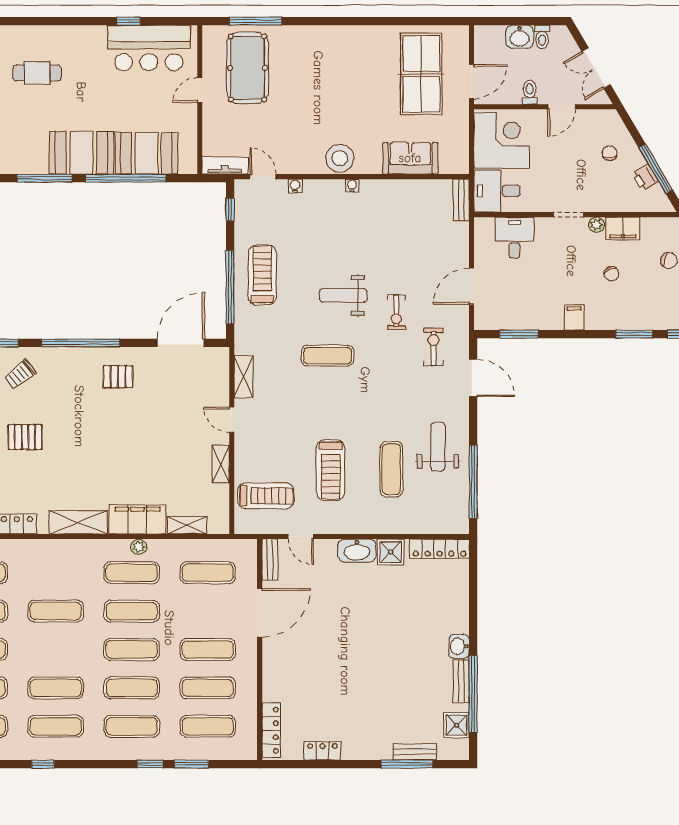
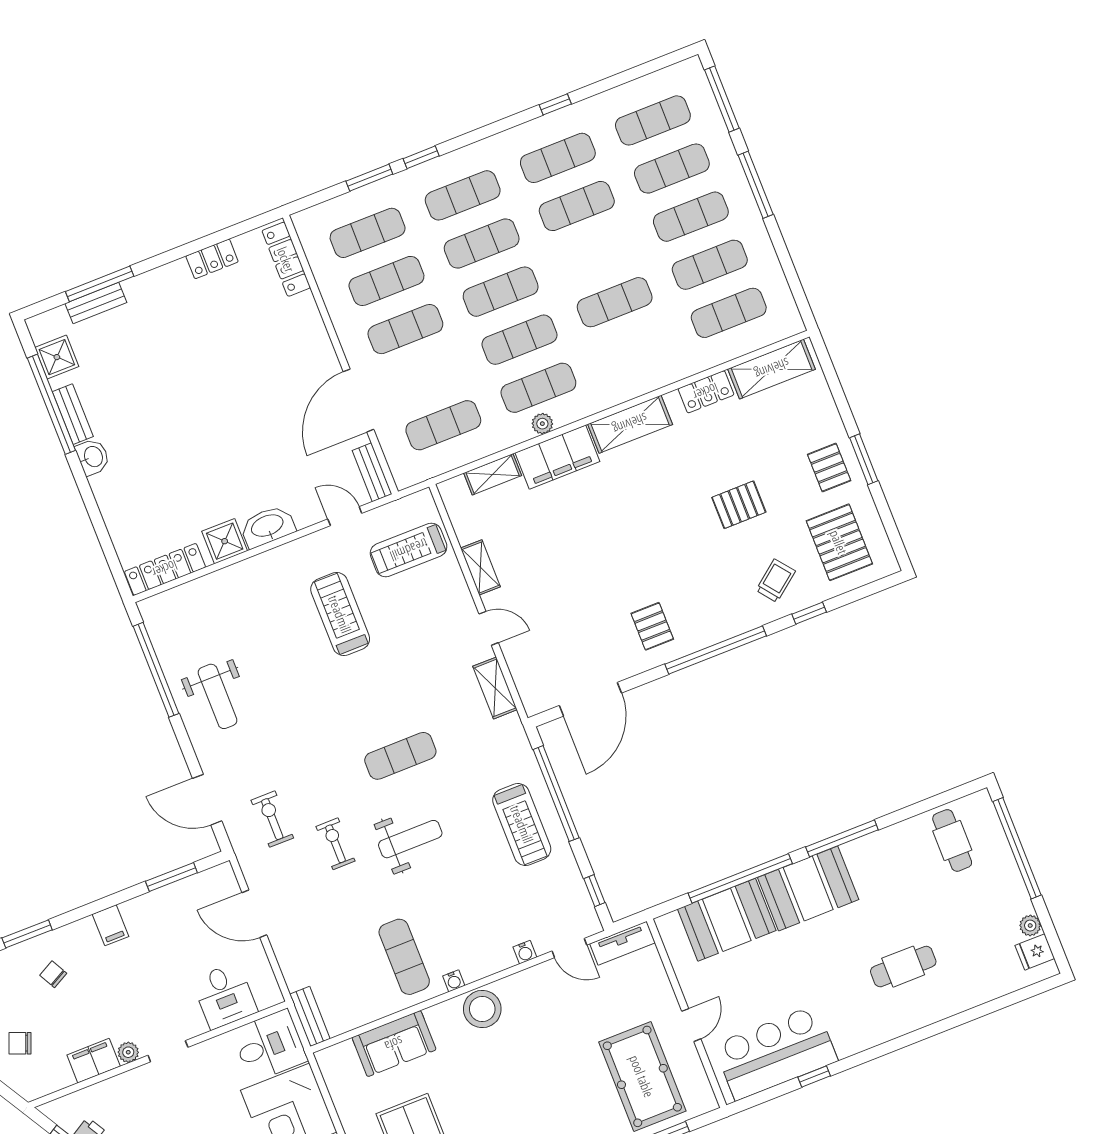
chair: (611, 274) -> (53, 974), moved
door: (472, 286) -> (254, 914), swing flipped
exercise bike: (433, 347) -> (272, 819), turned 180
pallet: (118, 377) -> (652, 626), turned 90
exercise mat: (391, 469) -> (404, 957), moved

